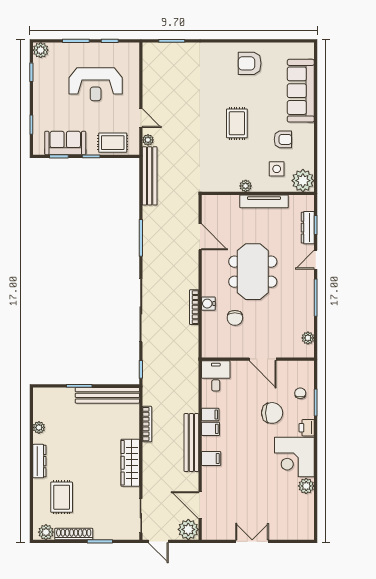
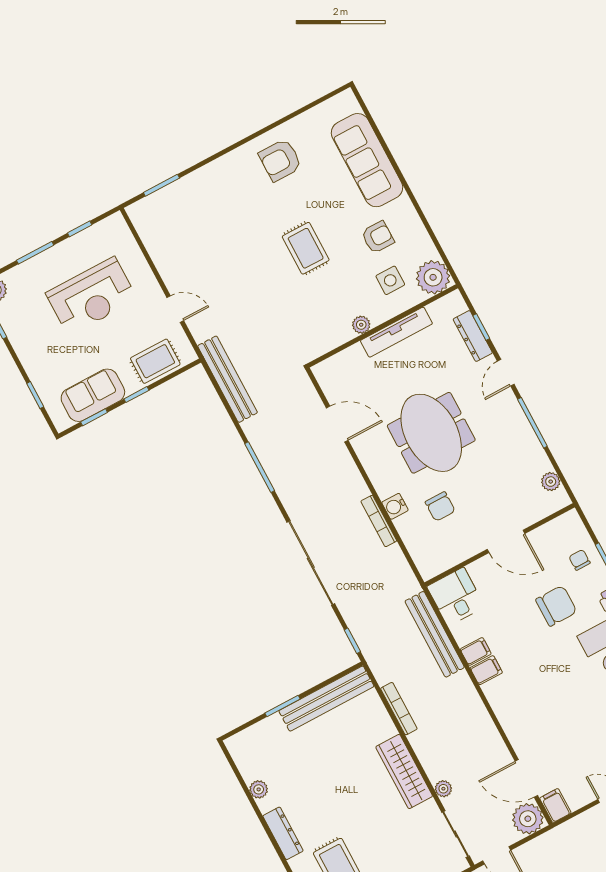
plant: (148, 140) -> (443, 789), moved
bench: (191, 443) -> (435, 634), moved
filing cabinet: (211, 459) -> (555, 805), moved, turned -90

